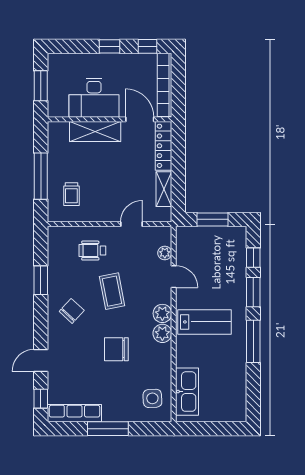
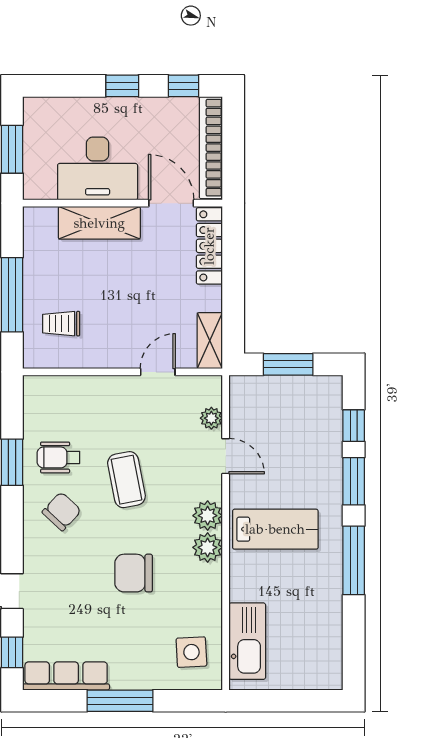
shelving: (164, 189) -> (210, 341), moved
trolley: (71, 194) -> (61, 324), turned 90
wheelchair: (92, 251) -> (58, 457), moved

